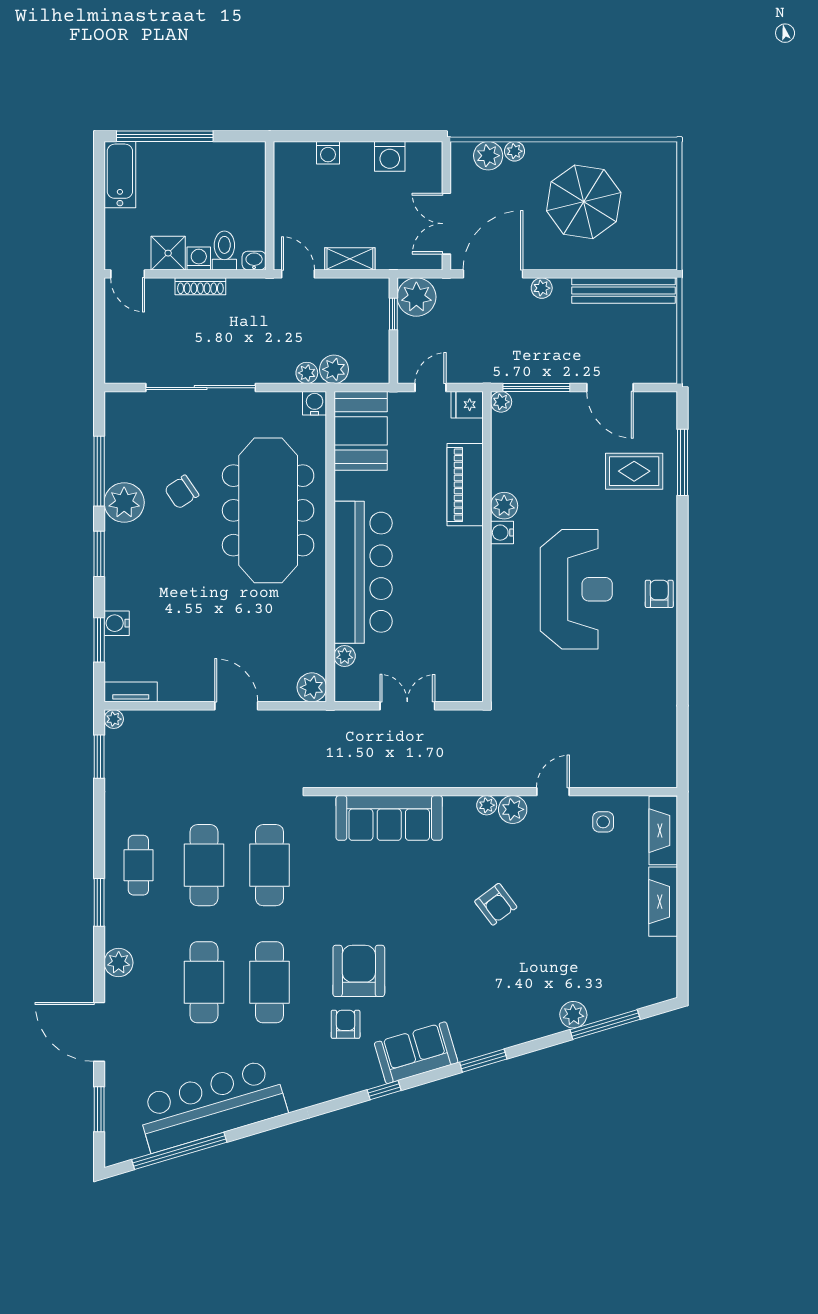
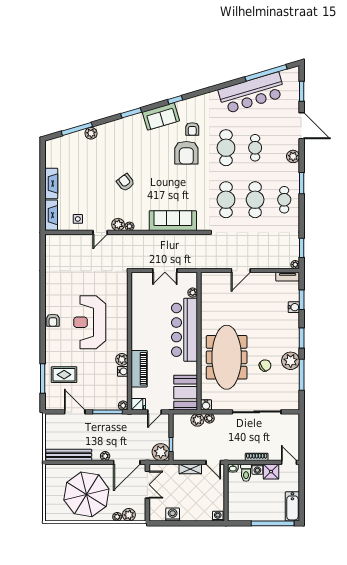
washing machine: (328, 153) -> (218, 516), moved
parasol: (584, 202) -> (86, 494), width x1.36, depth x1.36
water cooler: (502, 533) -> (123, 371), moved
plant: (312, 687) -> (207, 279), removed
door: (236, 706) -> (241, 271), hinge flipped
cafe table: (204, 982) -> (255, 148), width x0.73, depth x0.74

